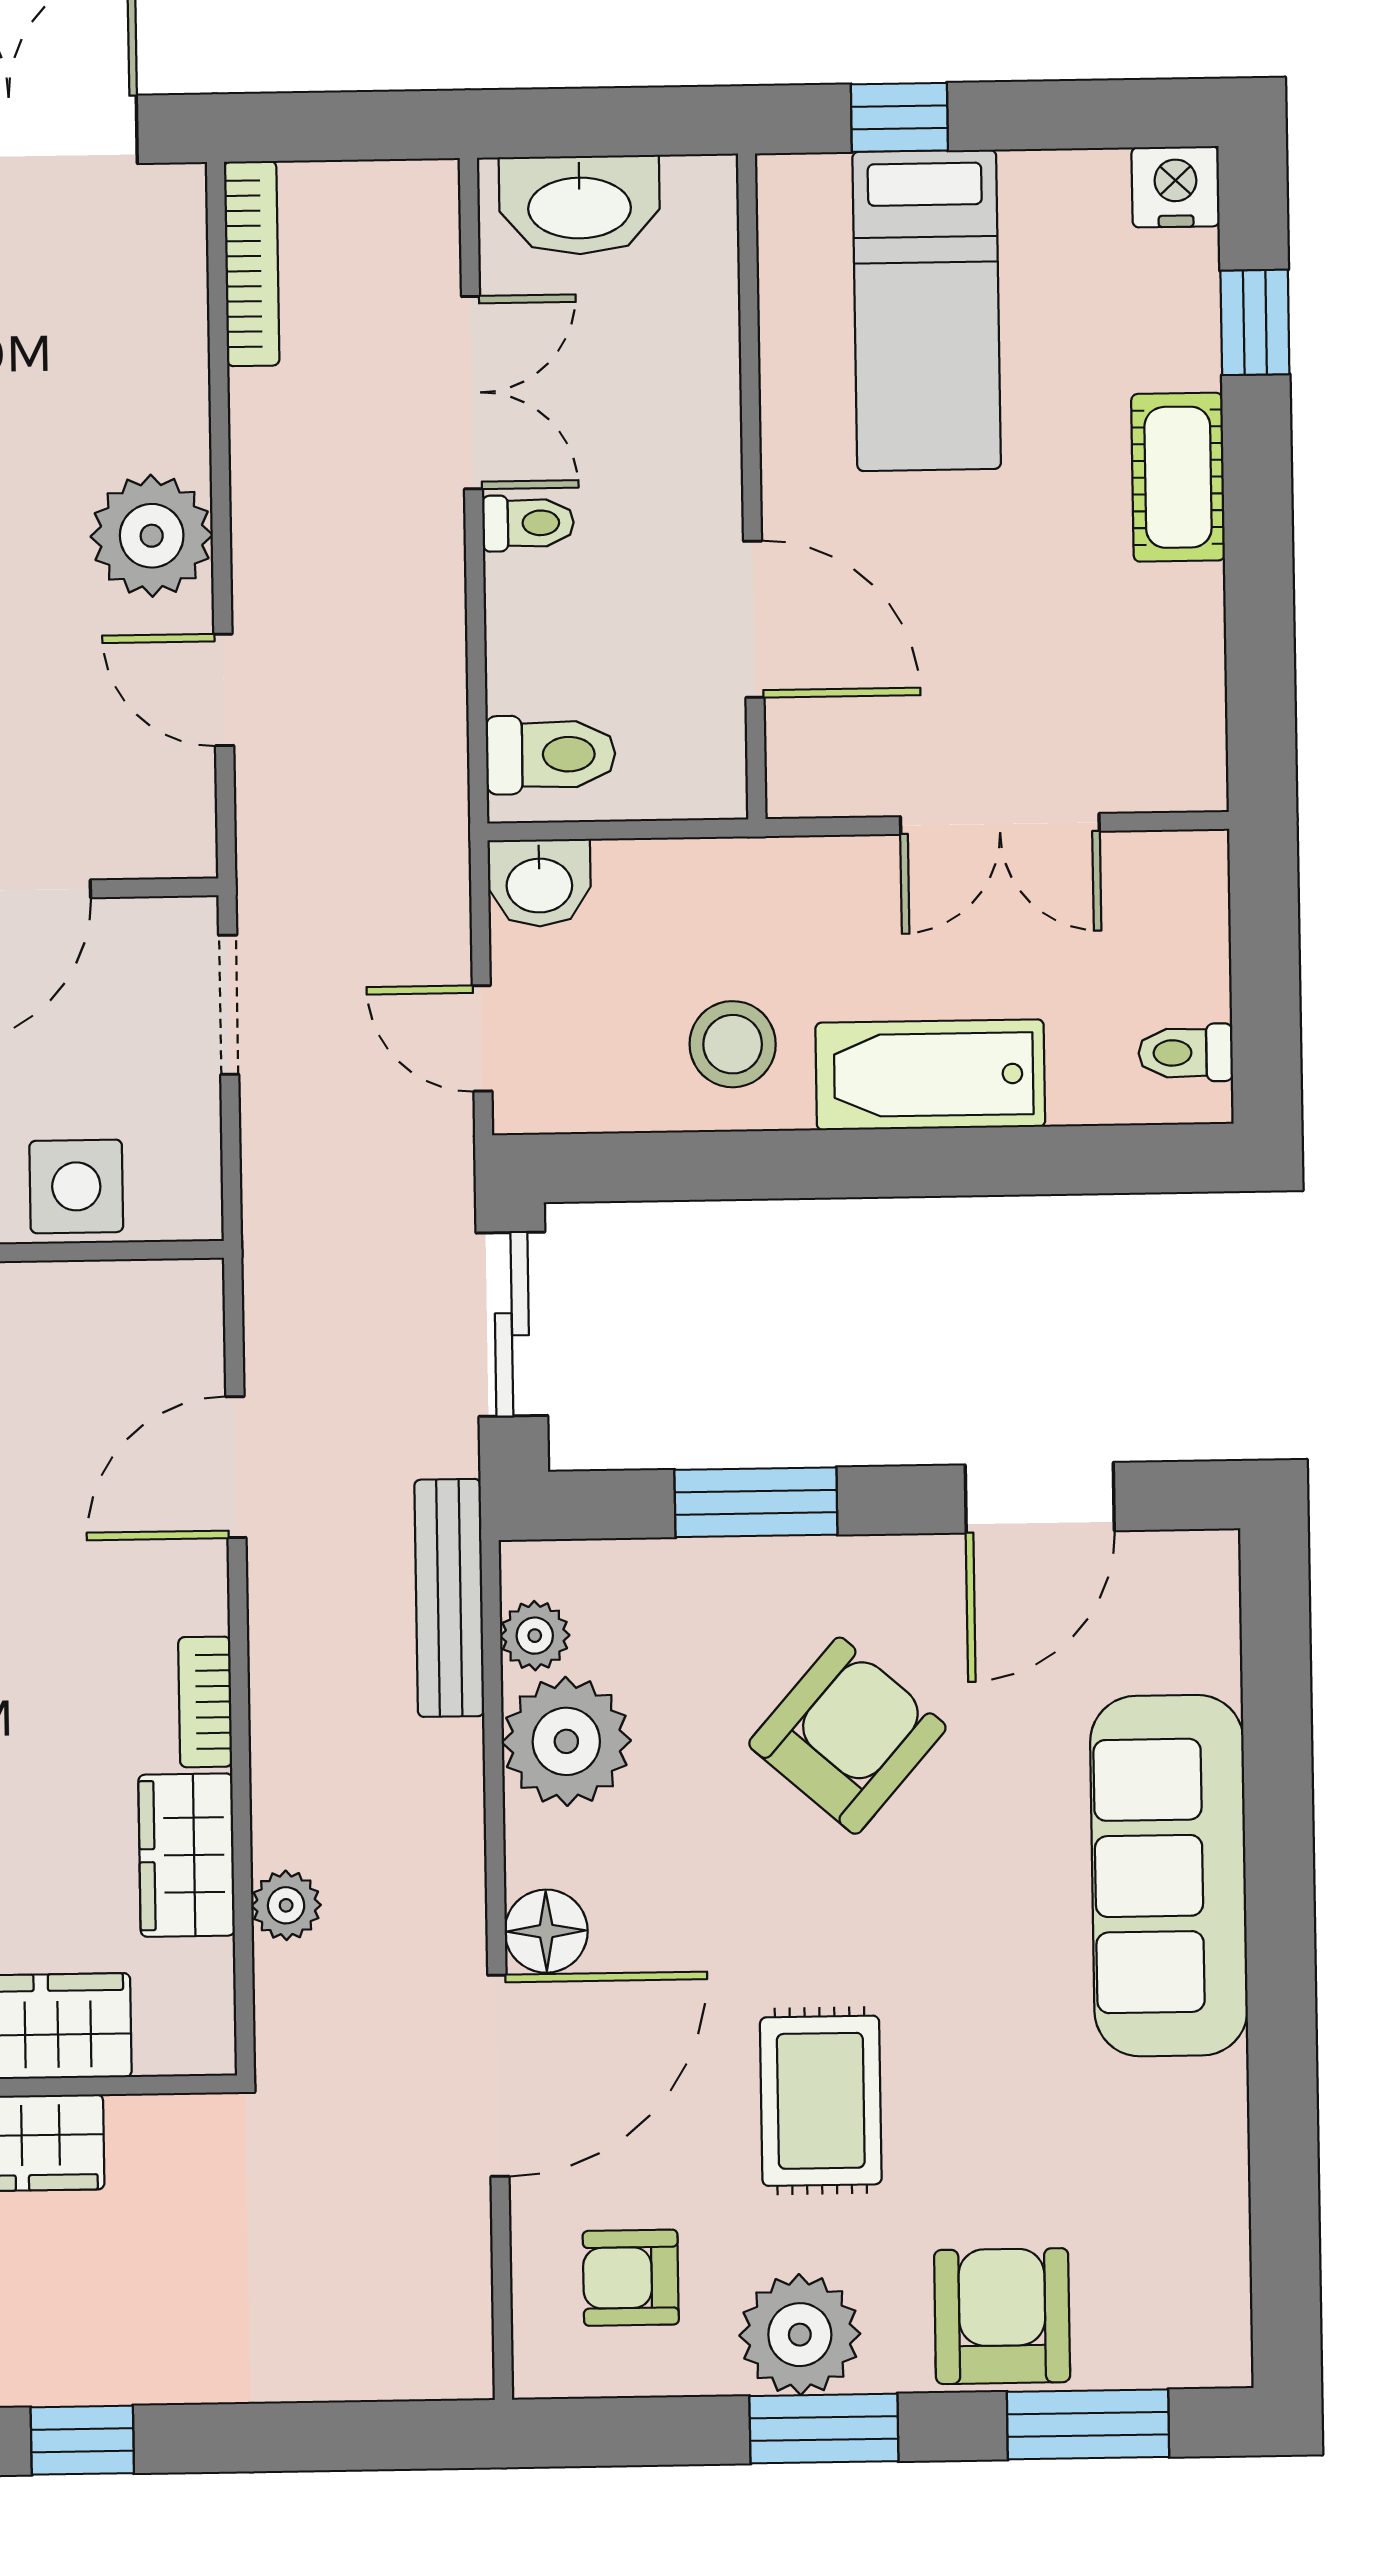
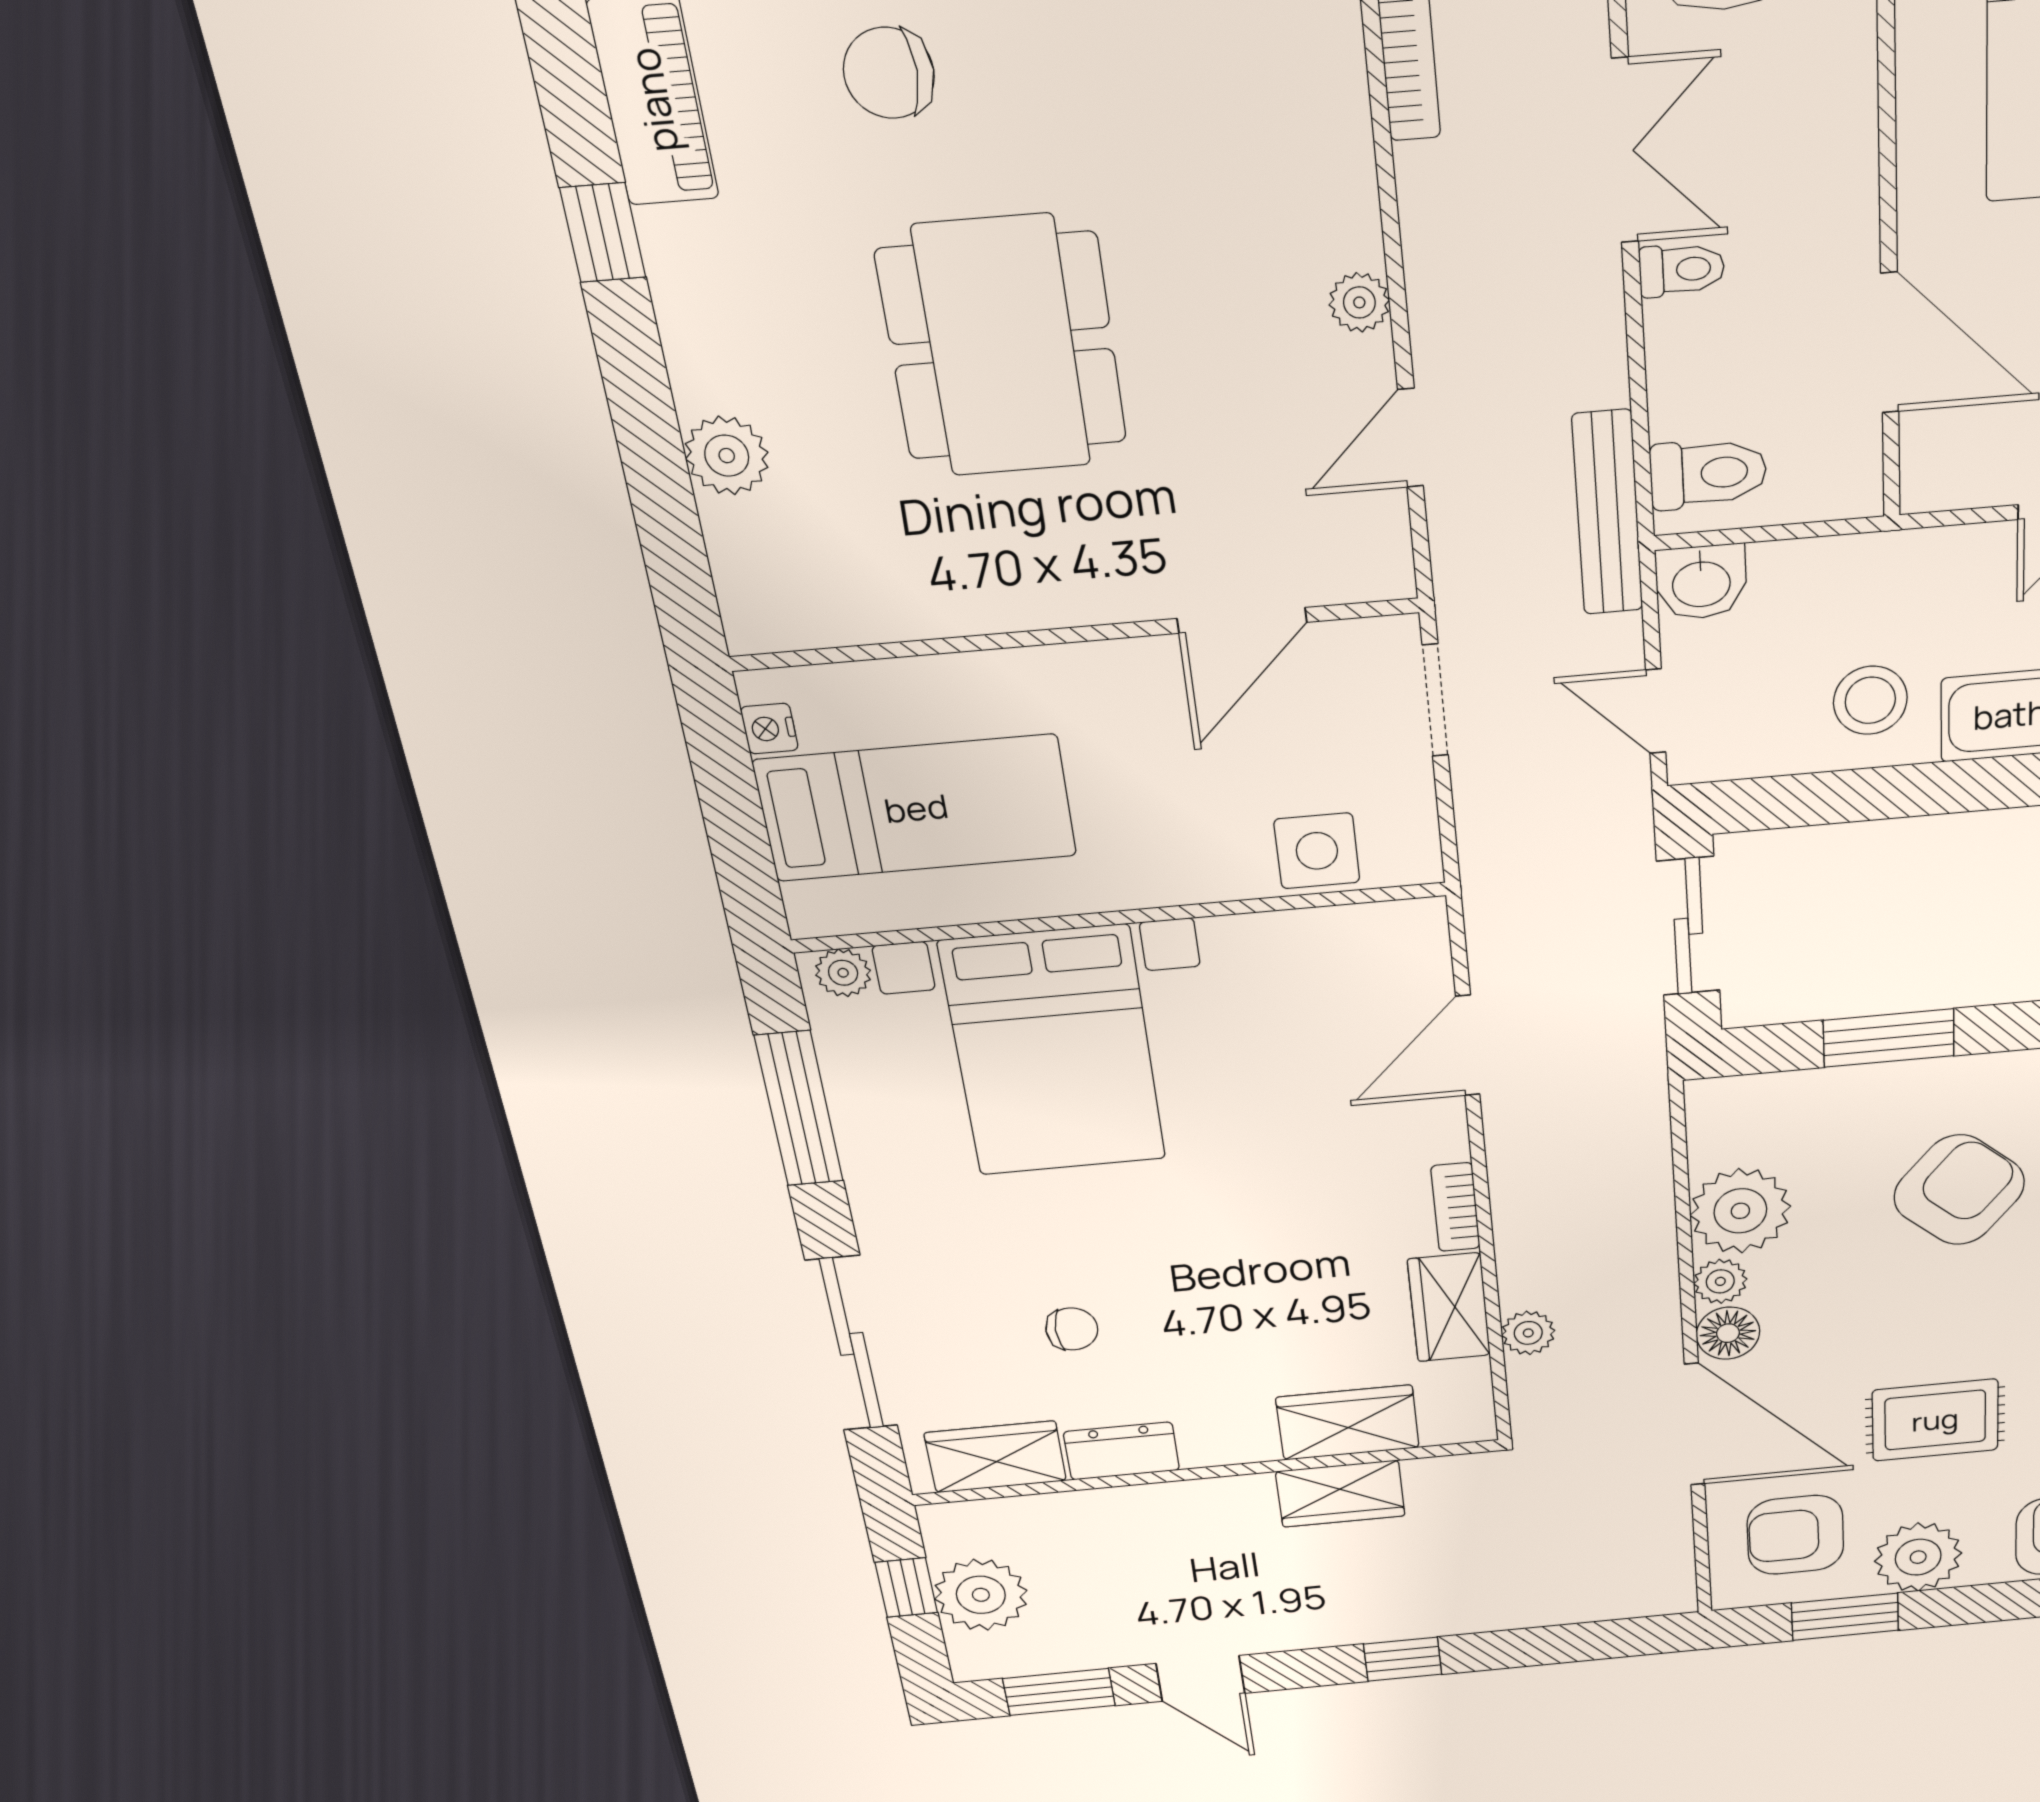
plant: (152, 536) -> (1359, 302), width x0.53, depth x0.53
door: (224, 690) -> (1411, 438), hinge flipped
bench: (449, 1598) -> (1608, 513), moved
plant: (535, 1636) -> (1720, 1281), moved
door: (498, 2076) -> (1695, 1425), hinge flipped
rug: (821, 2101) -> (1935, 1420), turned 90
armchair: (631, 2278) -> (1795, 1535), width x1.38, depth x1.38
window: (824, 2429) -> (1845, 1617), moved

